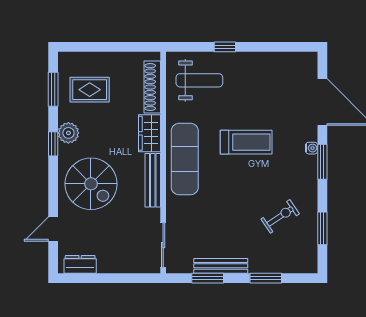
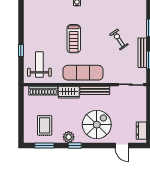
treadmill: (246, 142) -> (74, 39), turned 180
exercise bike: (280, 216) -> (119, 40), moved

